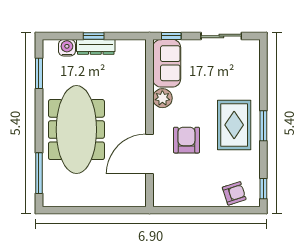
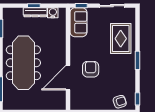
water cooler: (67, 48) -> (53, 13), moved
plant: (162, 98) -> (76, 44), removed
rug: (234, 125) -> (121, 39), moved

